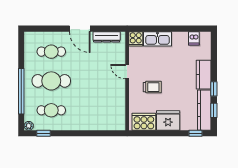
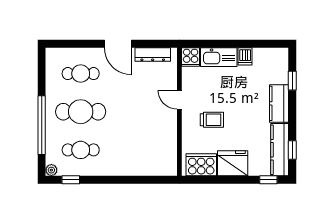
dishwasher: (194, 38) -> (245, 56), moved
window: (214, 89) -> (292, 81), moved

